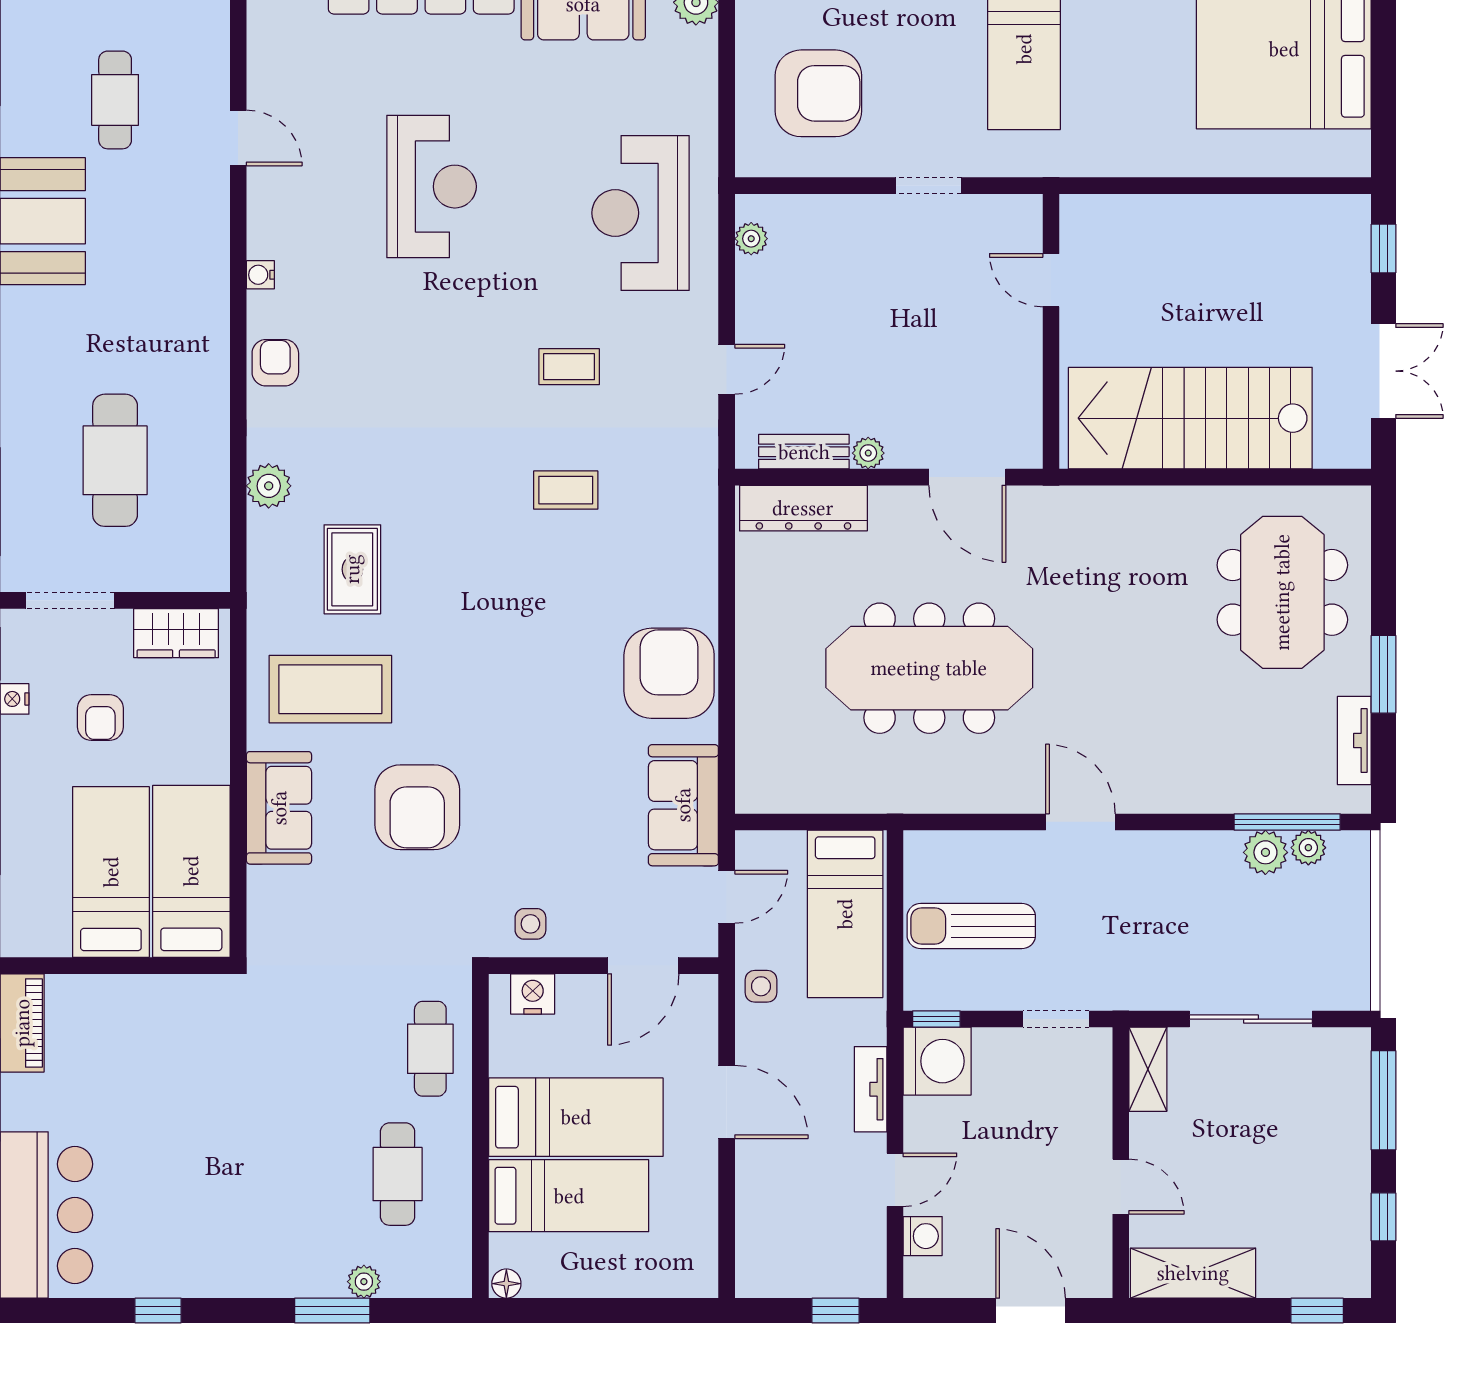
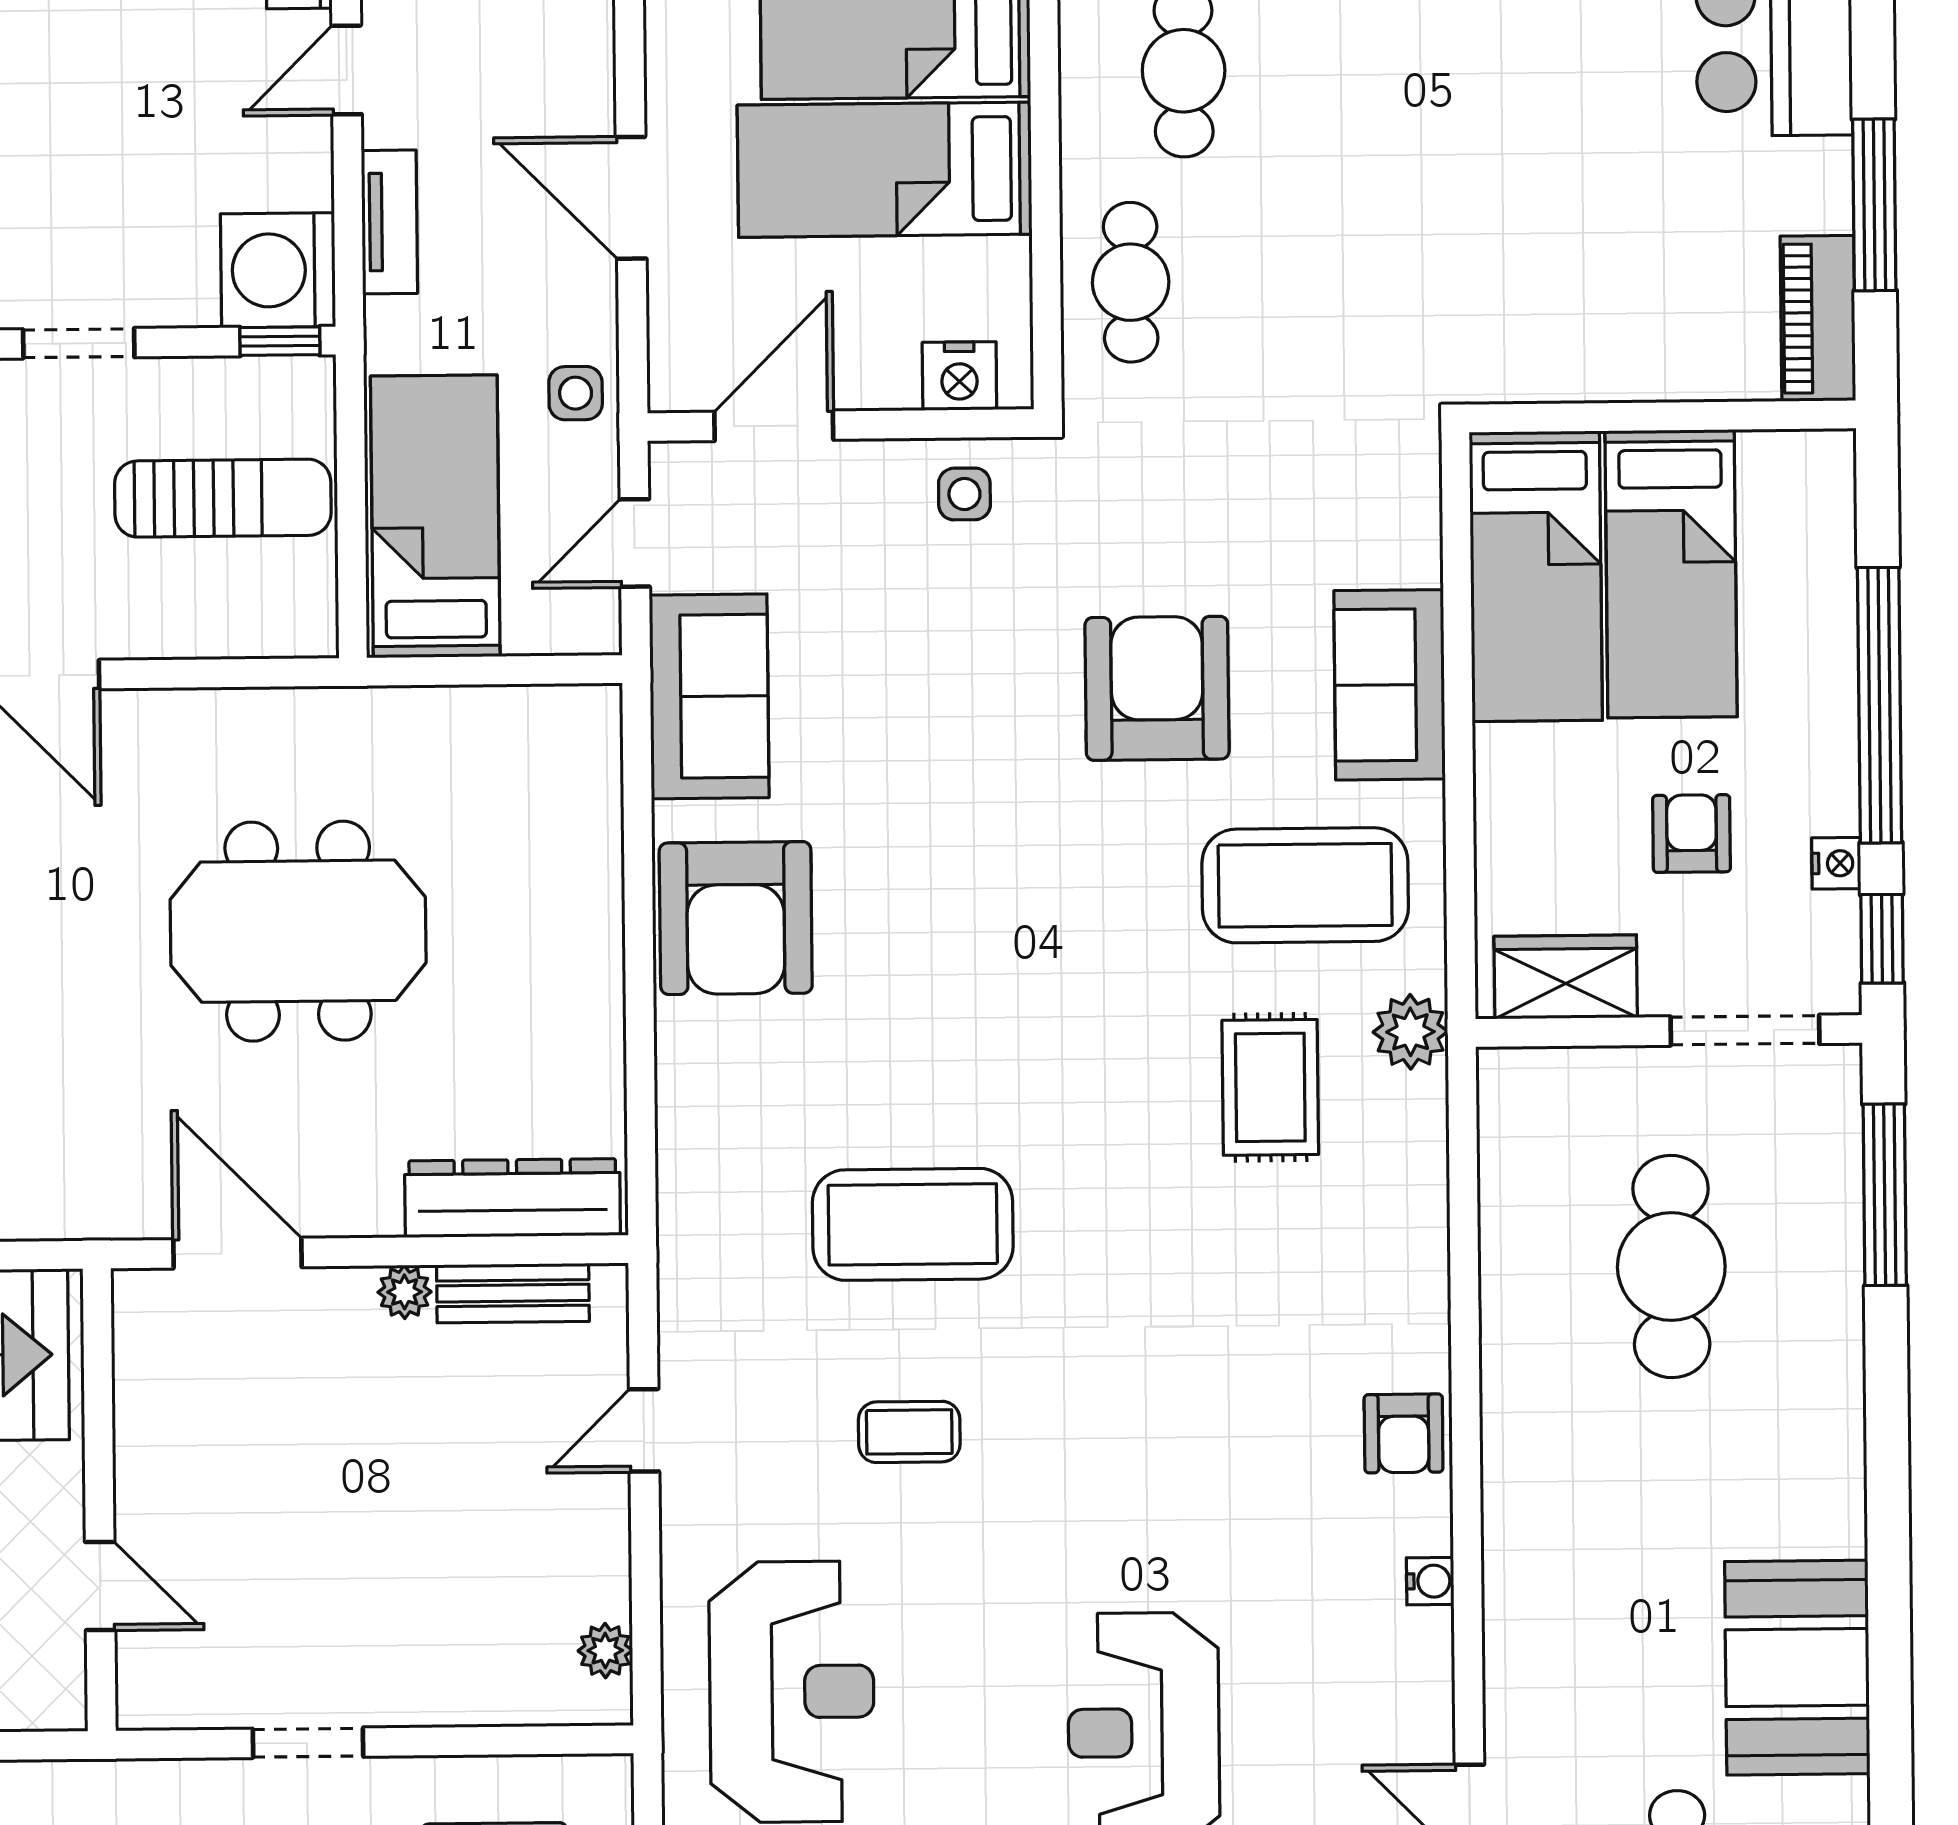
plant: (269, 486) -> (1410, 1032), moved
coffee table: (566, 490) -> (913, 1224), width x1.86, depth x1.72
meeting table: (929, 668) -> (298, 931), width x0.73

